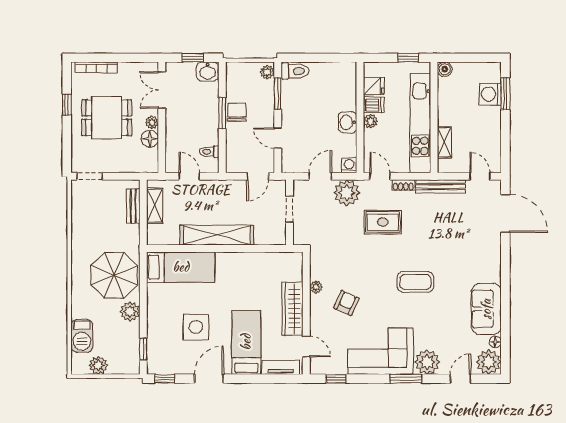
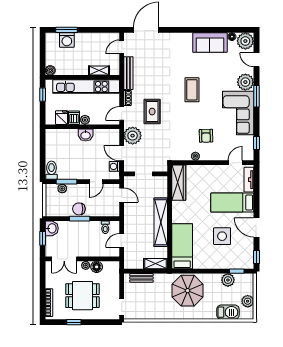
plant: (267, 72) -> (62, 189), moved
dining table: (107, 118) -> (83, 296), turned 90
washing machine: (349, 165) -> (114, 166), moved
shelving: (155, 206) -> (156, 264), moved
armchair: (346, 303) -> (206, 136), turned -115
wardrobe: (293, 309) -> (179, 183), moved, turned -90
plant: (130, 311) -> (228, 280), moved

